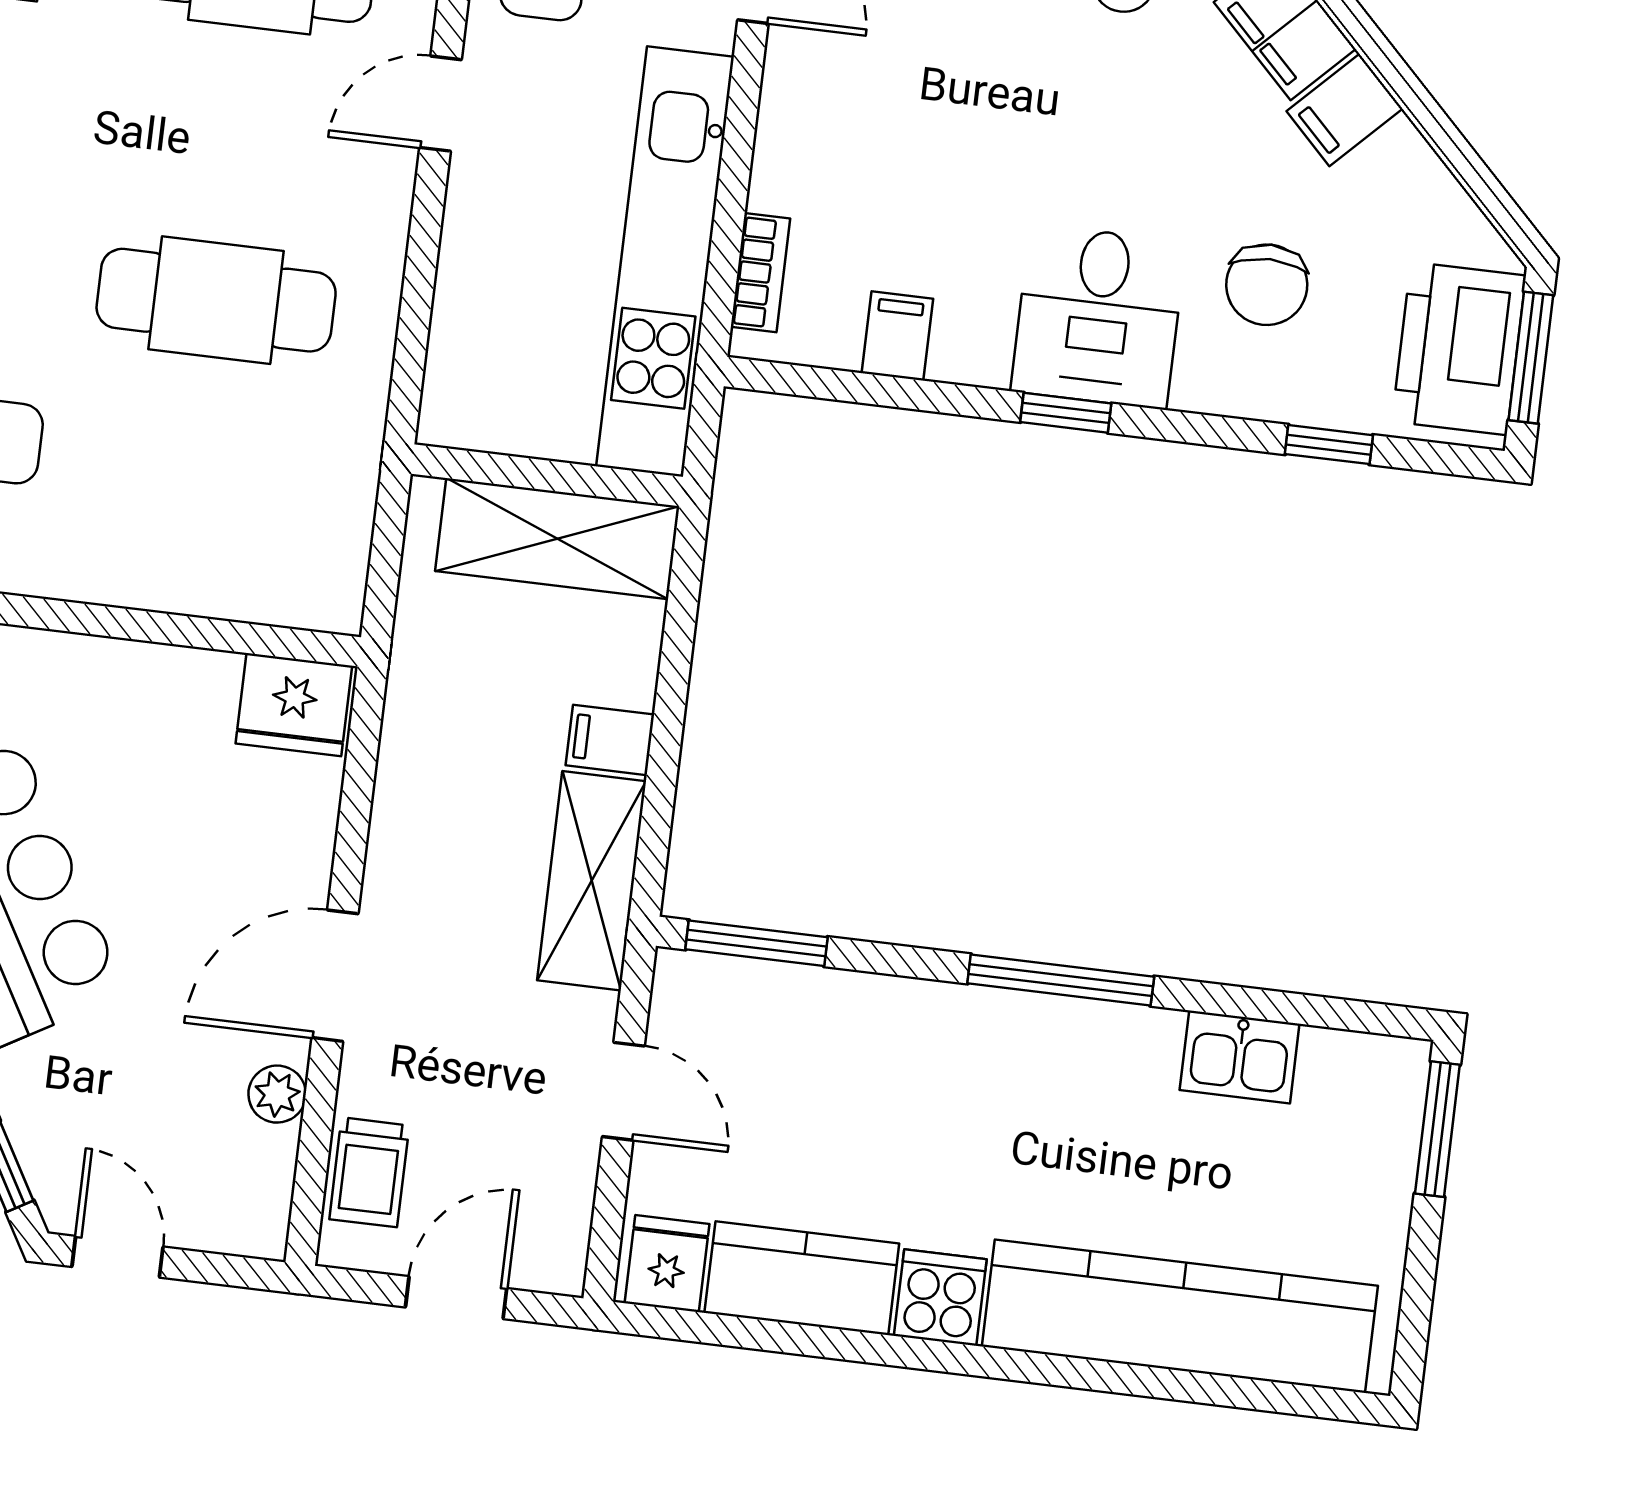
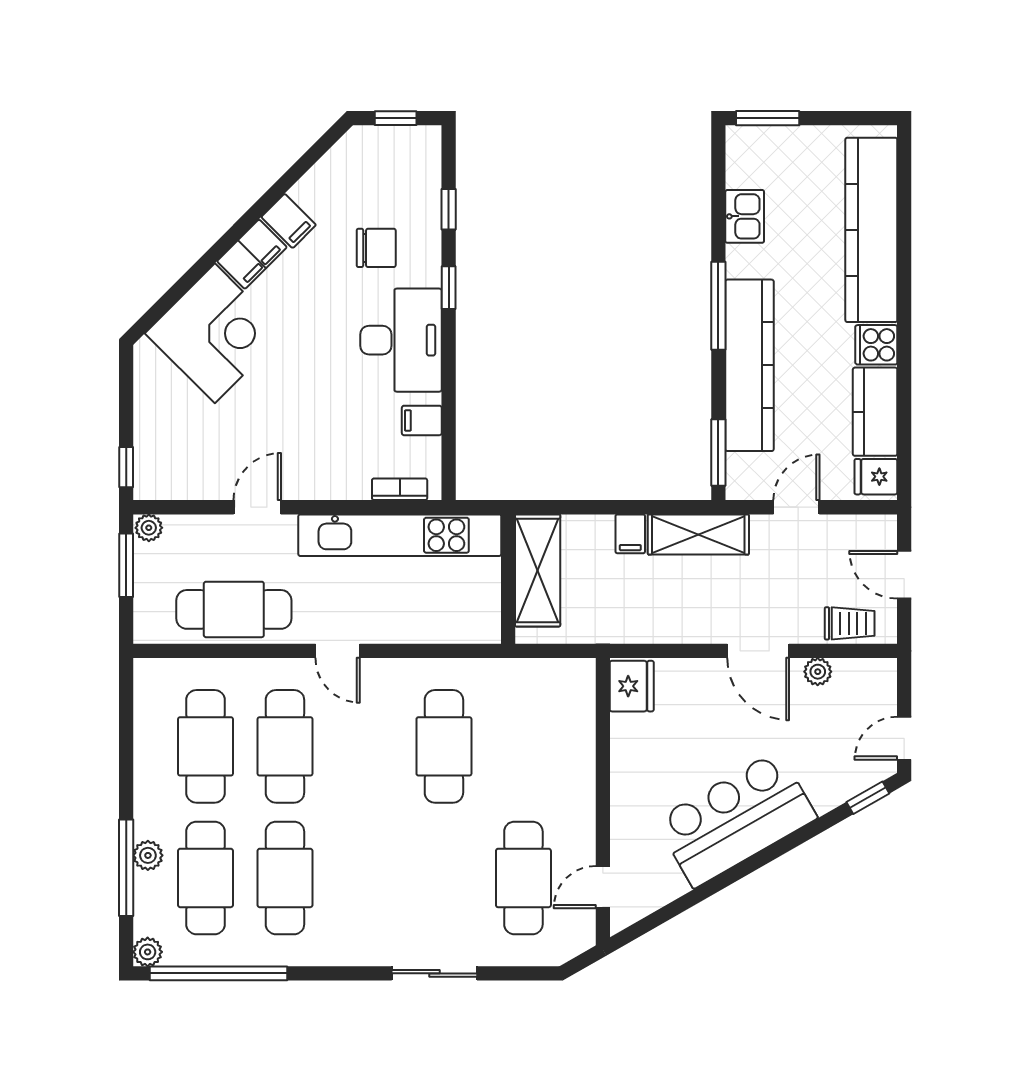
desk: (1098, 317) -> (401, 340), width x1.37
printer: (1459, 349) -> (395, 153), removed
window: (1531, 358) -> (396, 118), width x0.67
window: (1066, 413) -> (449, 288), moved
kitchen counter: (930, 1029) -> (750, 365), added

